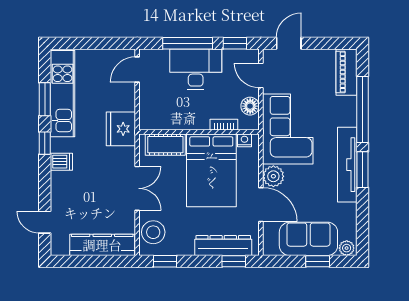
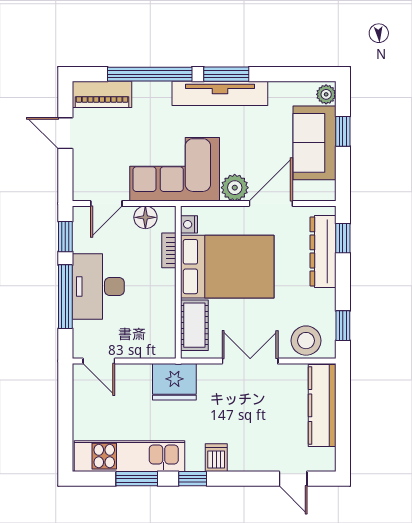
door: (289, 43) -> (65, 133), moved
door: (45, 222) -> (293, 479), hinge flipped

